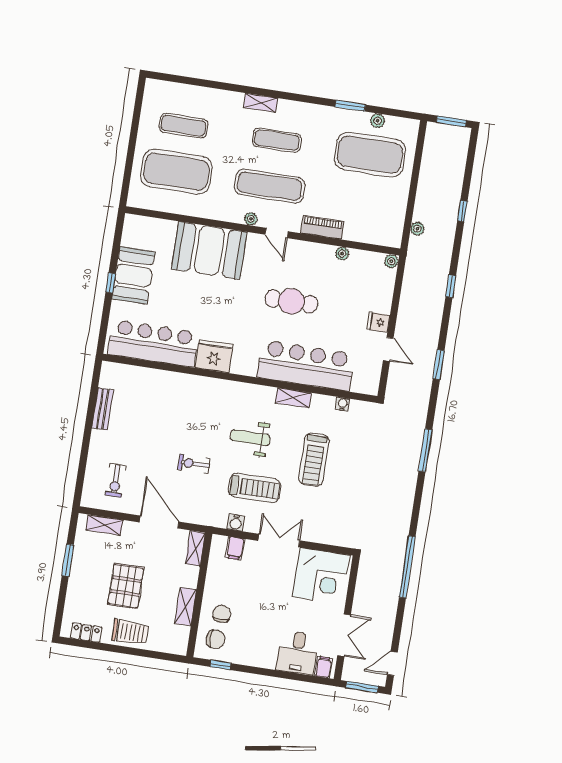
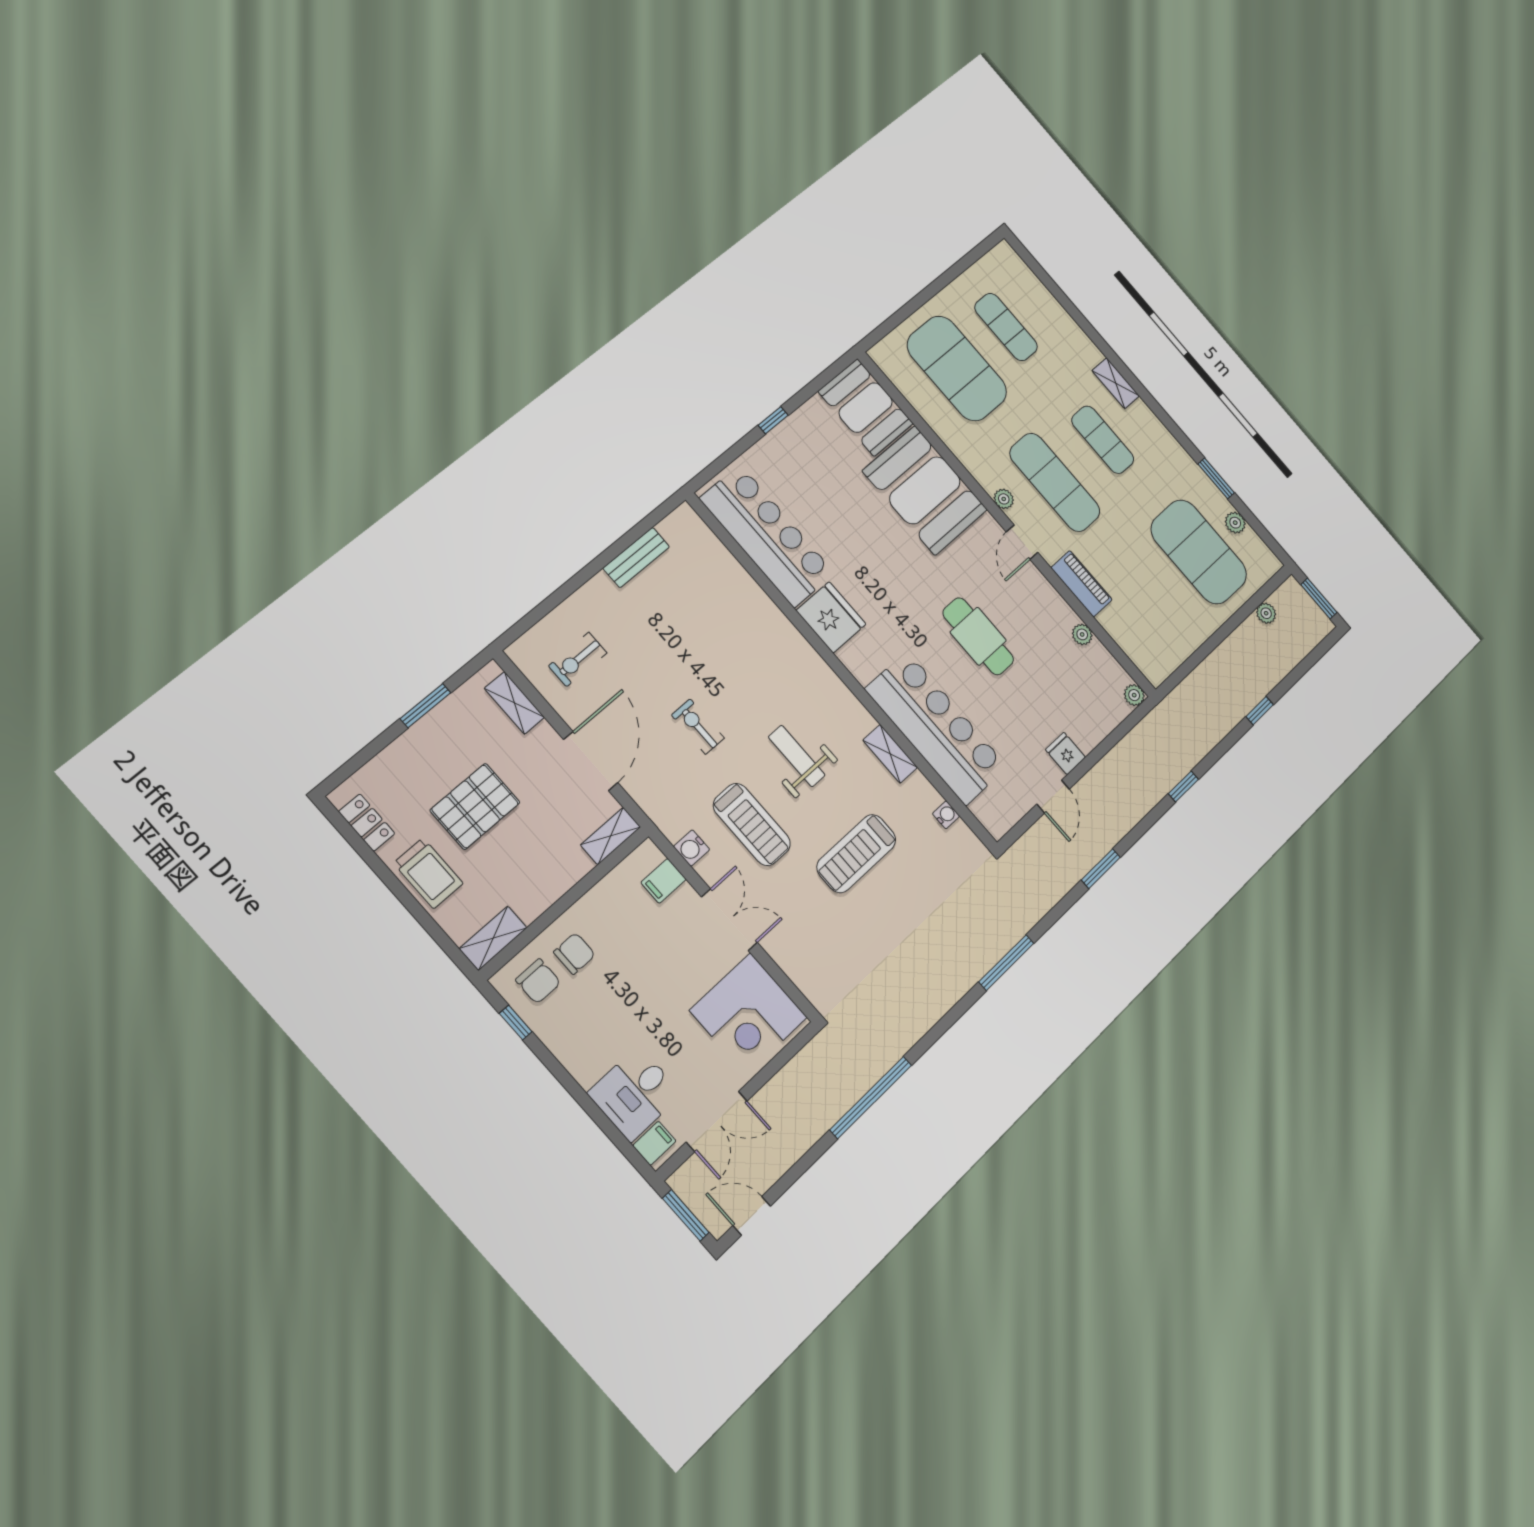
plant: (417, 229) -> (1266, 613), moved
booth: (133, 275) -> (866, 408), moved, turned 90
shelving: (186, 607) -> (493, 938), moved

